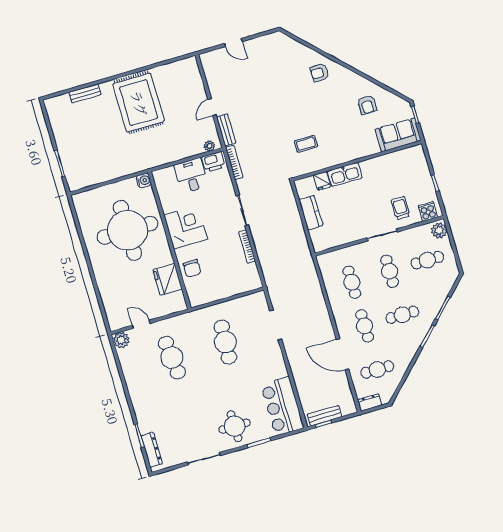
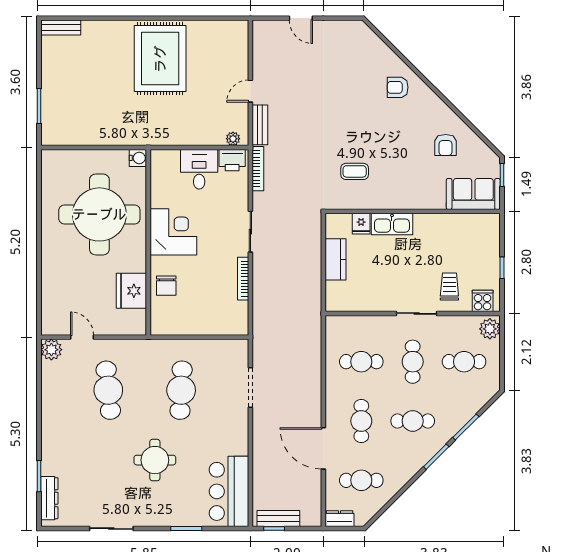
bench: (85, 94) -> (61, 28), moved
cafe table: (352, 282) -> (361, 362), turned 90
round table: (234, 426) -> (155, 460), moved

